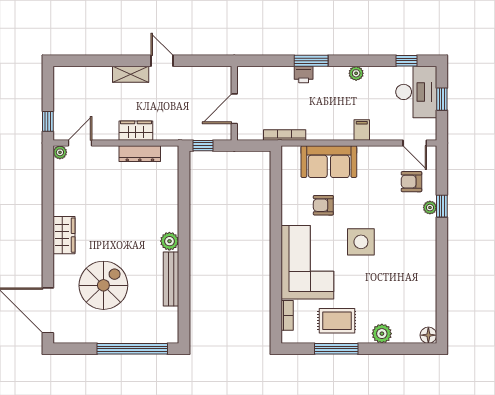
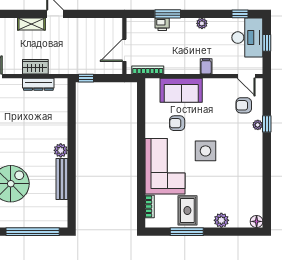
wall: (234, 103) -> (124, 46), moved
door: (234, 109) -> (124, 50), moved
rug: (337, 321) -> (187, 210), turned 90

